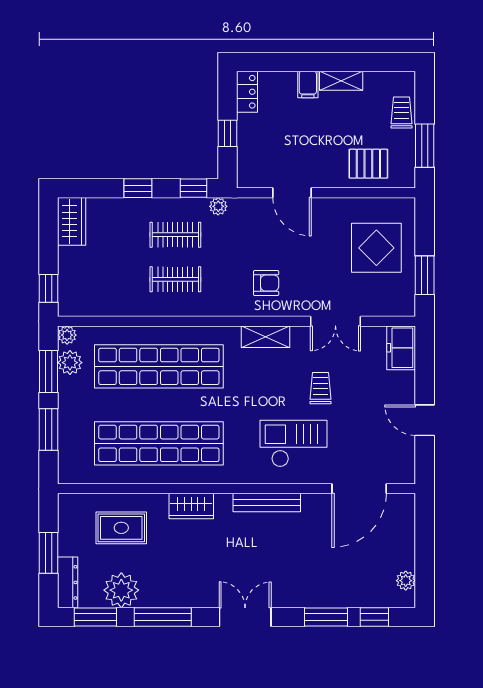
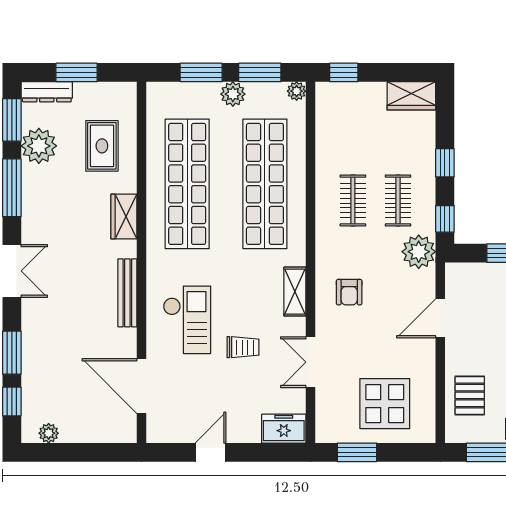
plant: (218, 206) -> (419, 252), width x1.87, depth x1.87
plant: (70, 363) -> (233, 94), moved

